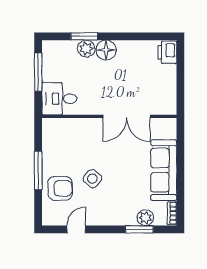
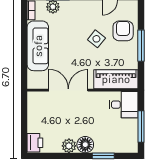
plant: (86, 49) -> (69, 146), moved
piano: (69, 129) -> (116, 79), added
armchair: (60, 188) -> (123, 31), turned 90

